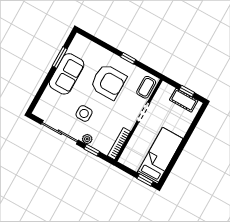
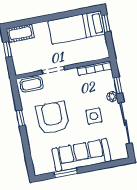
sofa: (67, 74) -> (81, 155), width x1.36
cot: (184, 100) -> (20, 33), moved, turned 90

